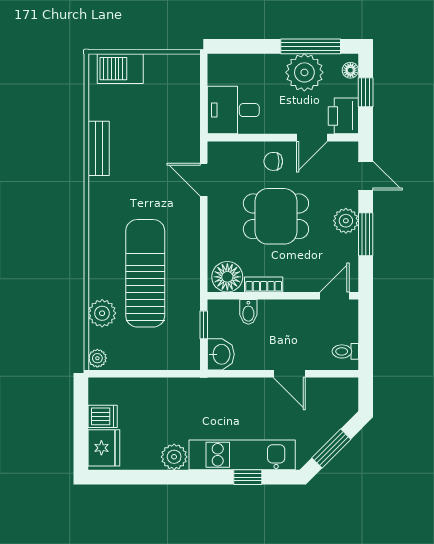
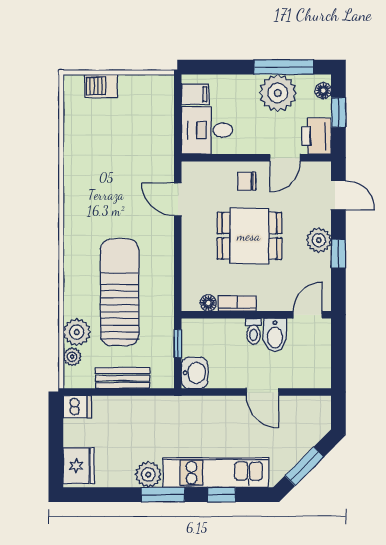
barbecue: (120, 69) -> (101, 86), width x0.73, depth x0.79
filing cabinet: (221, 74) -> (195, 94), added
bench: (99, 148) -> (123, 378), moved, turned 90
window: (366, 234) -> (338, 254), width x0.67
floor lamp: (227, 277) -> (208, 303), width x0.53, depth x0.53
bidet: (248, 312) -> (275, 335), moved, width x1.38, depth x1.36
toilet: (345, 351) -> (253, 331), moved, turned -90
plant: (97, 358) -> (72, 357), moved
dishwasher: (103, 416) -> (77, 407), moved
window: (189, 477) -> (163, 495), added

